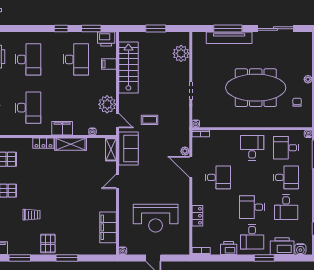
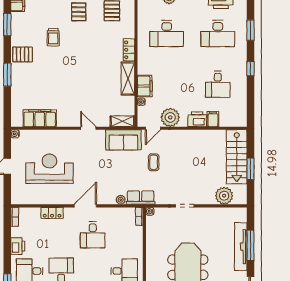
window: (91, 29) -> (251, 30), moved
printer: (106, 39) -> (197, 119), moved, turned 90
desk: (76, 59) -> (218, 84), width x0.73
stairs: (128, 67) -> (237, 157), moved, turned 90
filing cabinet: (62, 128) -> (145, 86), moved
row of seats: (183, 132) -> (141, 198), added
door: (191, 167) -> (85, 206), moved
reception desk: (156, 218) -> (49, 169), turned 90

